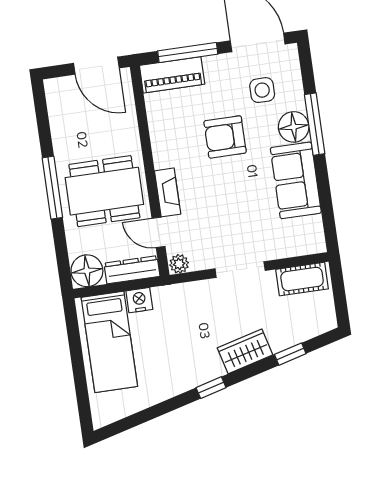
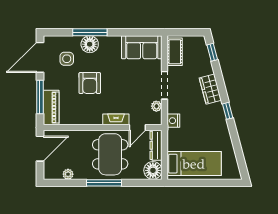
plant: (58, 122) -> (68, 174), added
sofa: (296, 180) -> (142, 47), moved
plant: (179, 264) -> (156, 106), moved
nightstand: (139, 300) -> (173, 121), moved
window: (290, 354) -> (212, 52), moved

